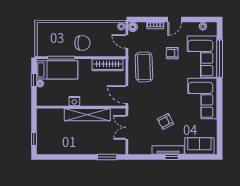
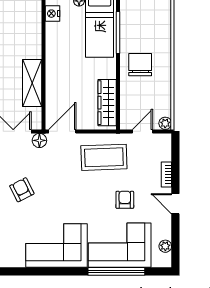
floor lamp: (133, 27) -> (39, 140), moved
chair: (82, 43) -> (140, 65), turned 180
nightstand: (74, 101) -> (53, 14), moved
shelving: (87, 115) -> (32, 83), width x0.68

